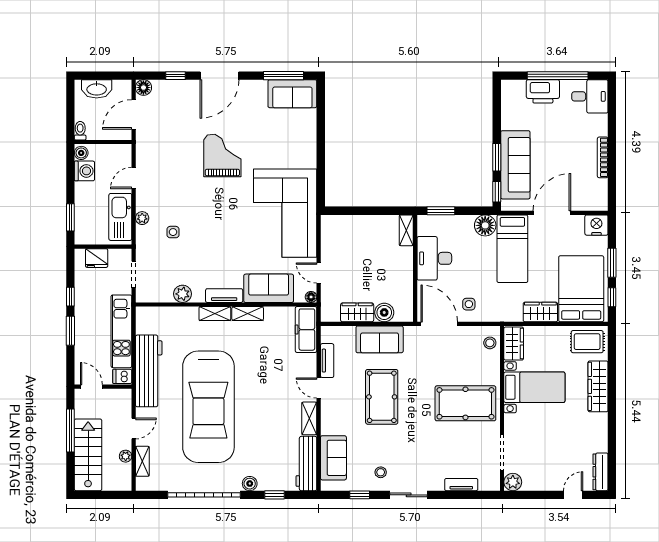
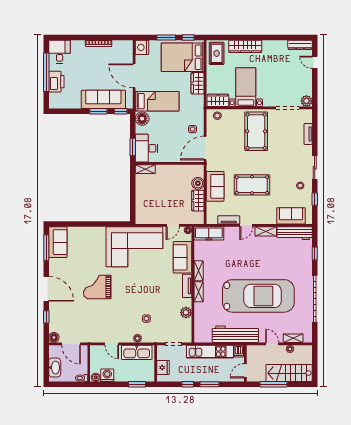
desk: (434, 258) -> (146, 148), moved, turned 90
boiler: (250, 484) -> (307, 269), removed

